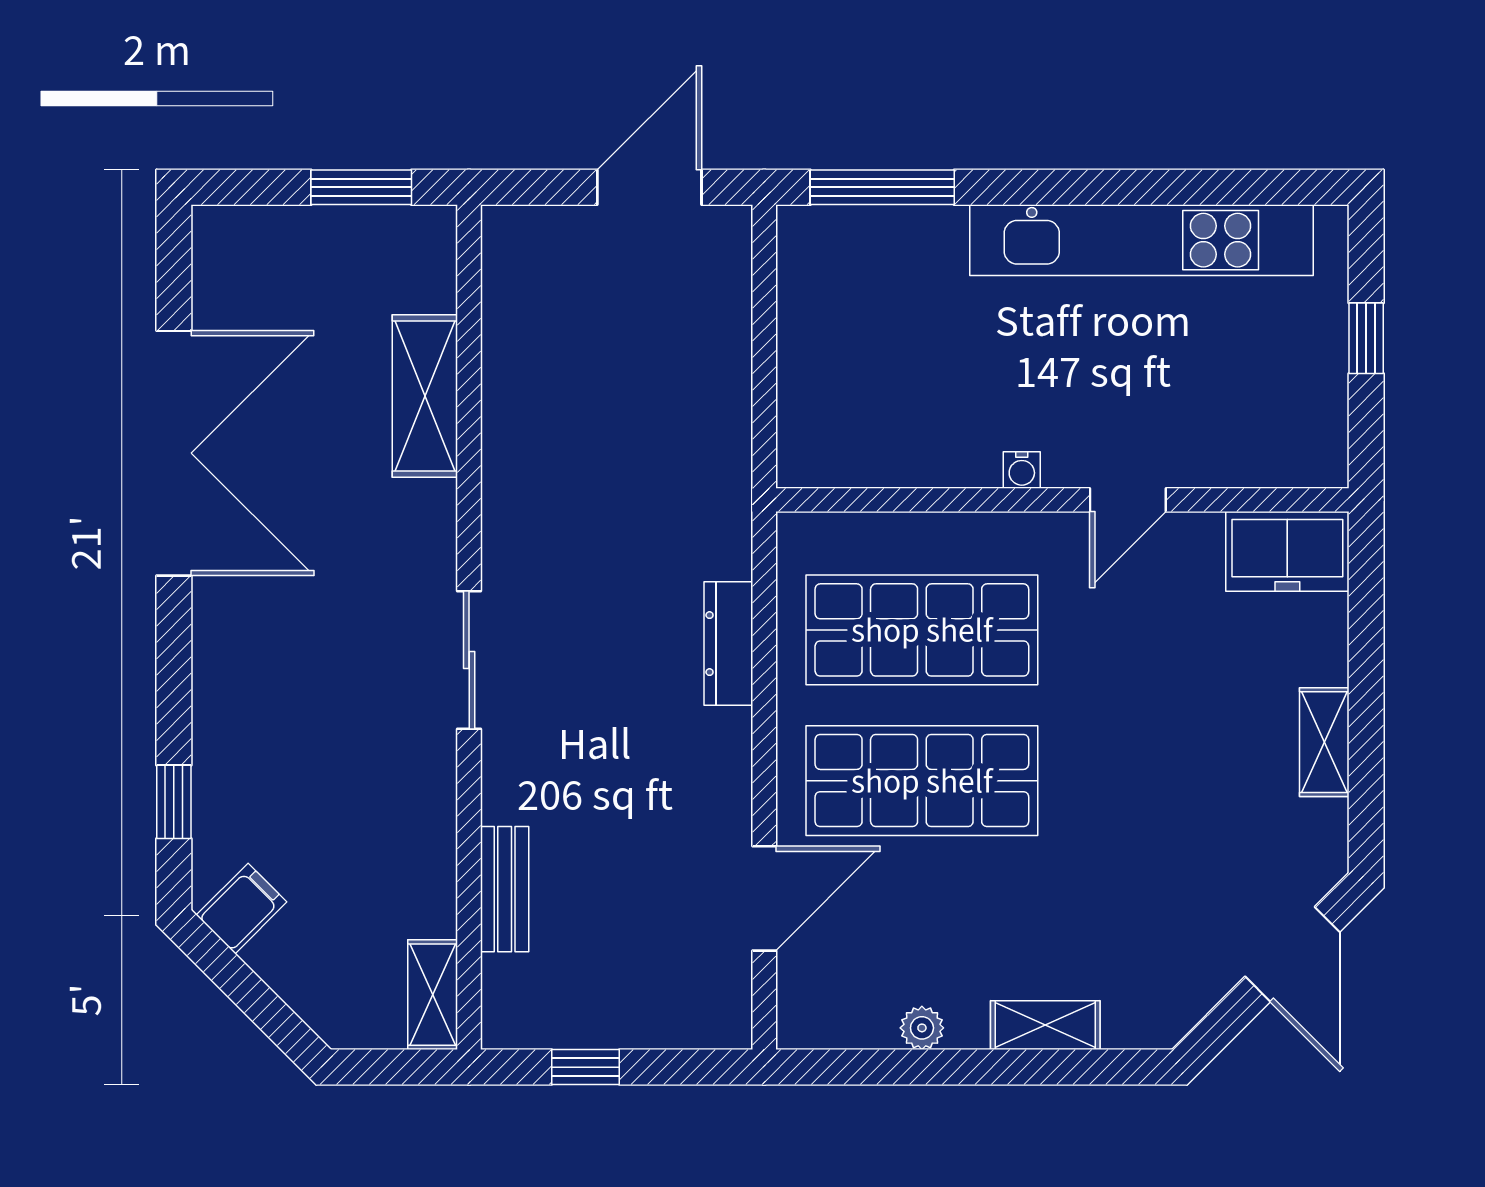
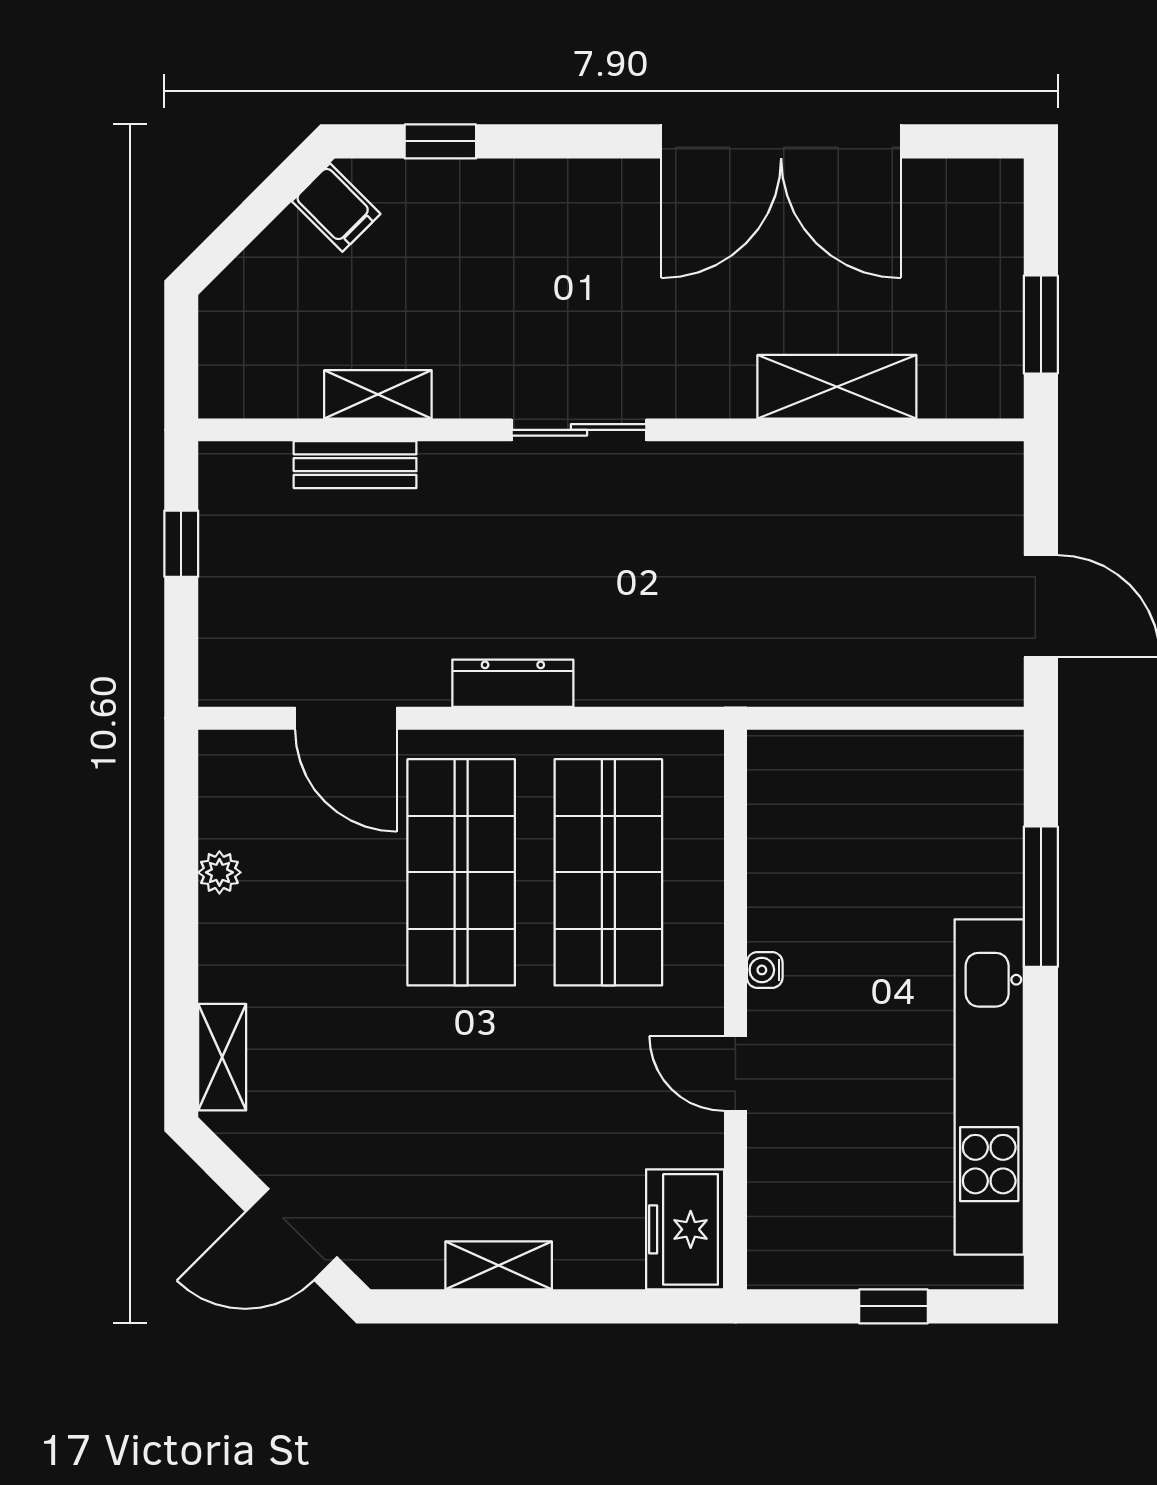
window: (882, 187) -> (1041, 897), moved
dresser: (728, 644) -> (513, 683), moved
shelving: (433, 995) -> (378, 394), moved
shelving: (1045, 1025) -> (222, 1057), moved

